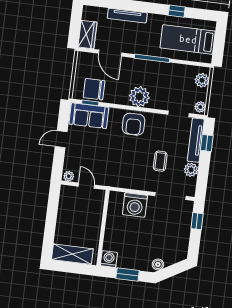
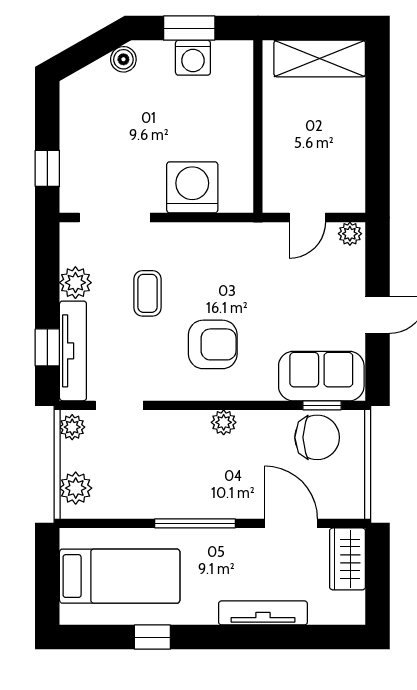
plant: (139, 97) -> (224, 422), width x0.53, depth x0.53
armchair: (134, 124) -> (213, 344), moved, turned 90
door: (86, 186) -> (307, 217), hinge flipped
washing machine: (109, 259) -> (193, 58), moved

